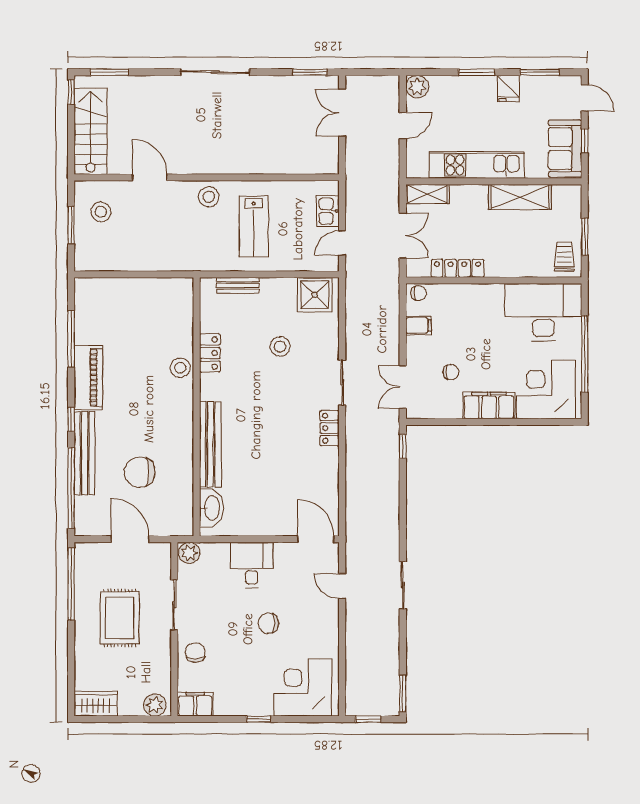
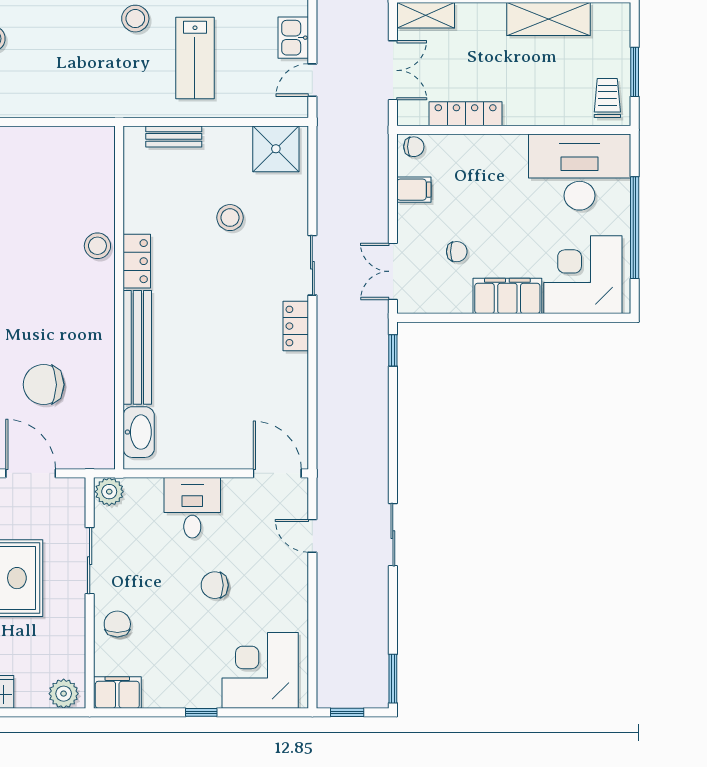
locker: (210, 353) -> (137, 261), moved

